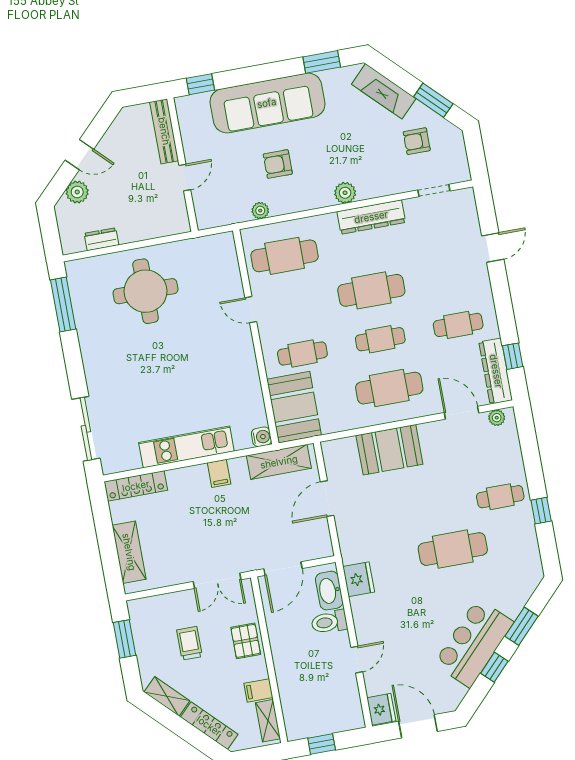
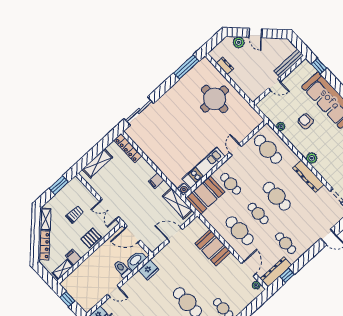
kitchen unit: (186, 447) -> (204, 168), moved, turned -90

